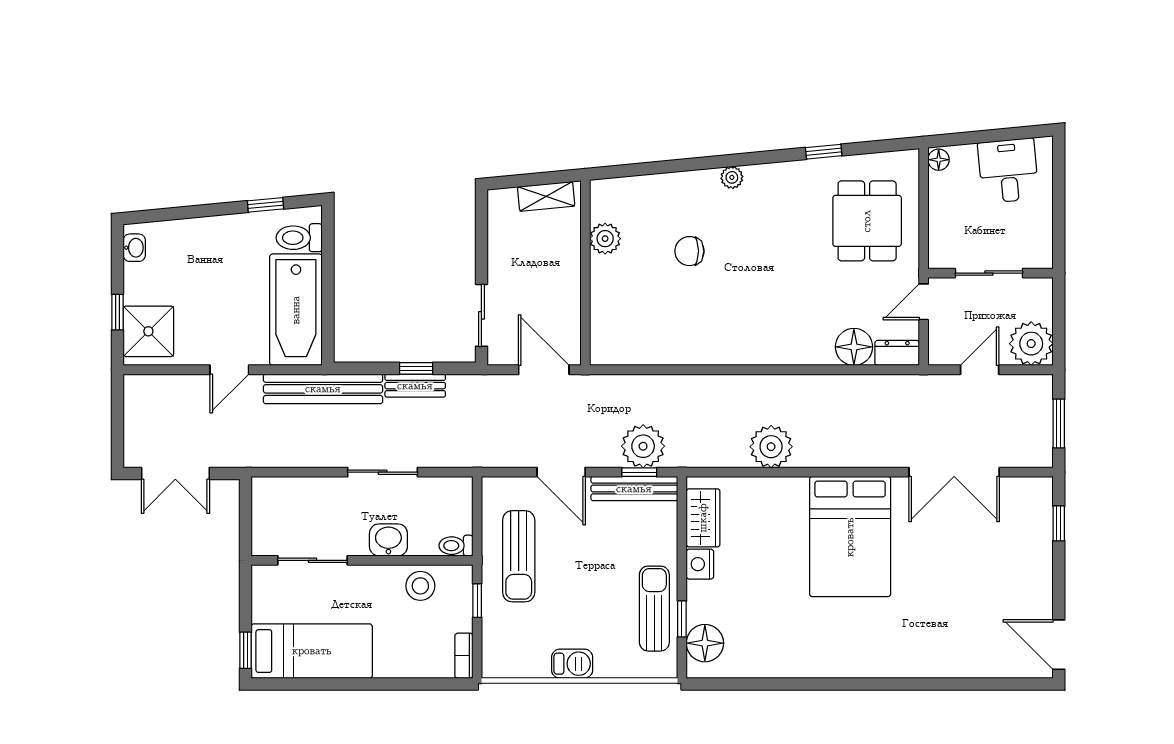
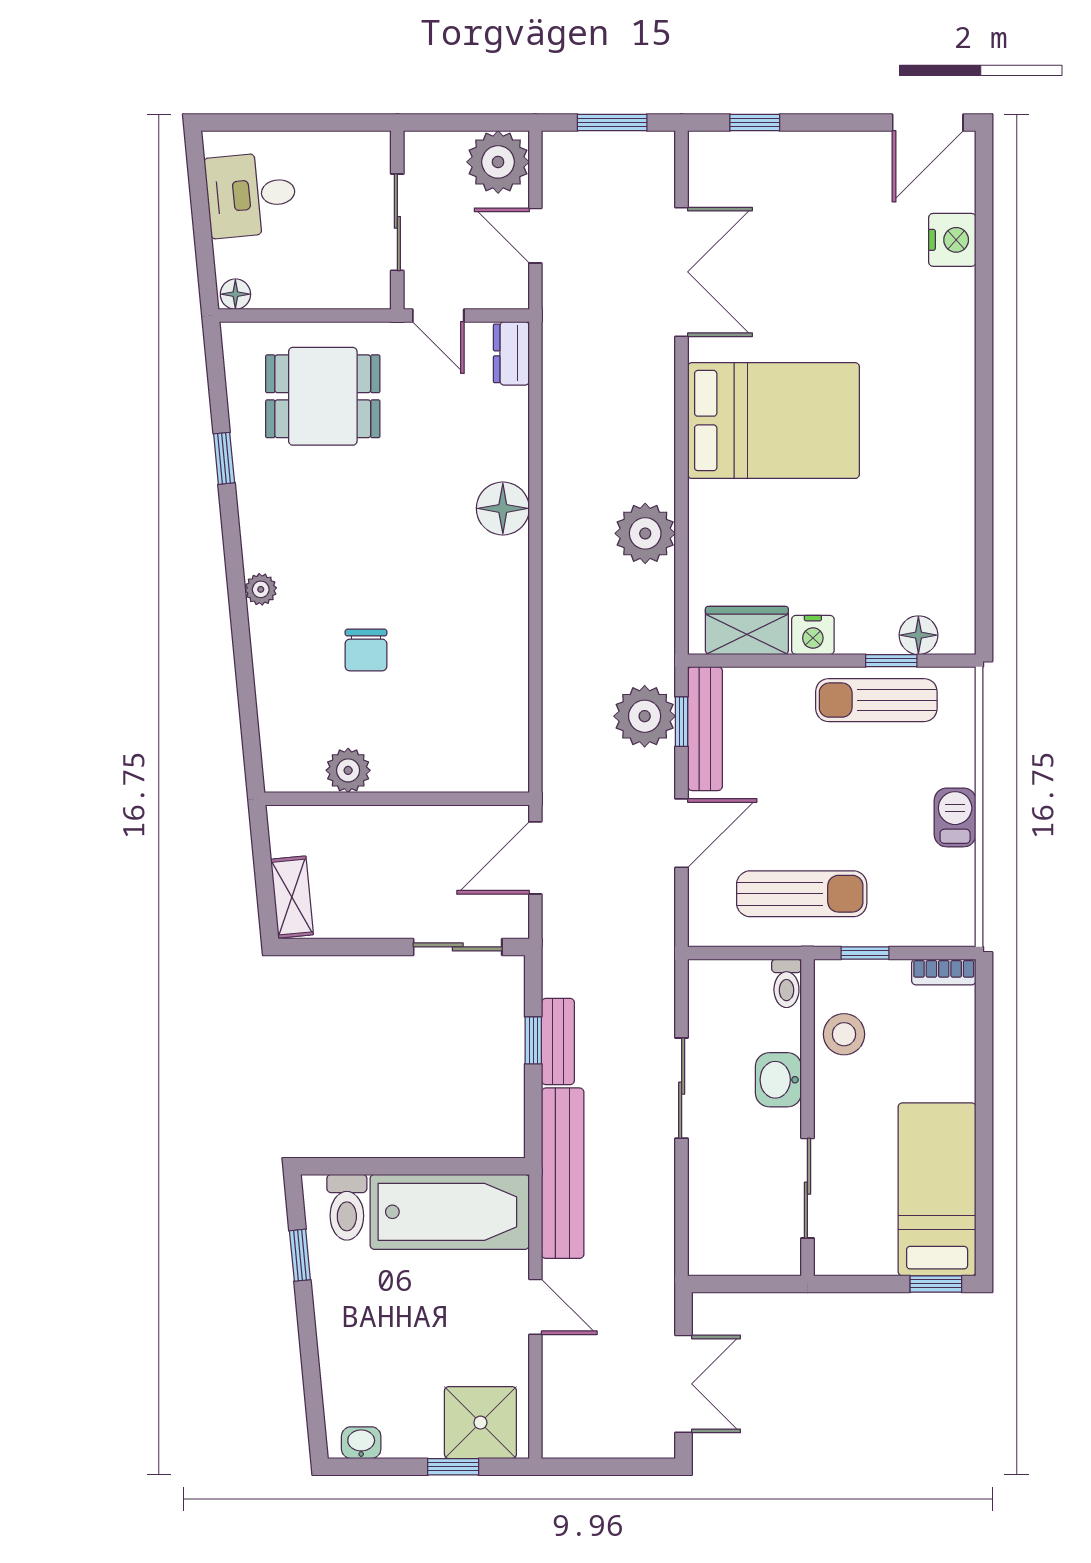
shelving: (546, 196) -> (292, 897), moved
floor lamp: (854, 347) -> (503, 508), moved
floor lamp: (705, 643) -> (918, 635), width x0.73, depth x0.73
nightstand: (977, 662) -> (952, 240), added

